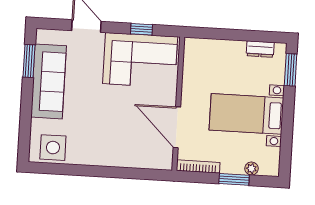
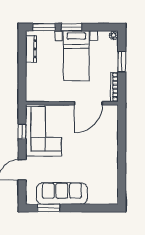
dresser: (260, 49) -> (31, 49), width x1.44
window: (288, 110) -> (72, 27), added
side table: (53, 148) -> (107, 188), removed
plant: (251, 169) -> (114, 35), moved

